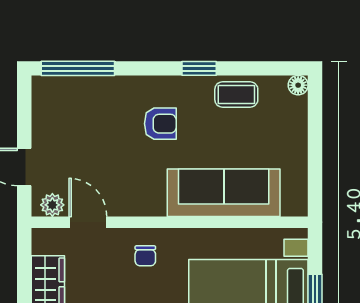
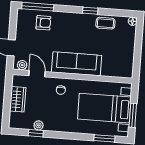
armchair: (160, 124) -> (43, 23), moved
sofa: (224, 193) -> (77, 64), moved

